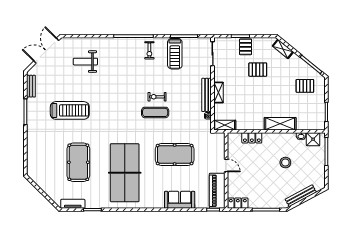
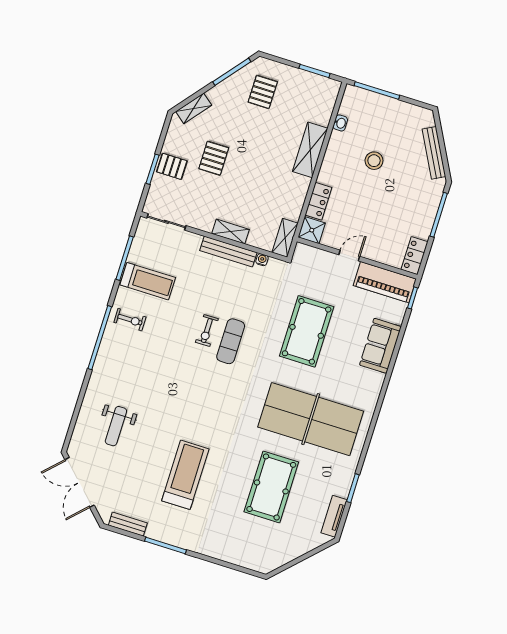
shower: (313, 139) -> (312, 230), moved
pool table: (78, 162) -> (271, 487), turned 90

